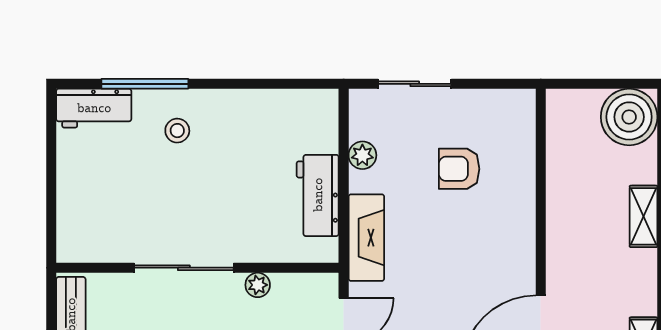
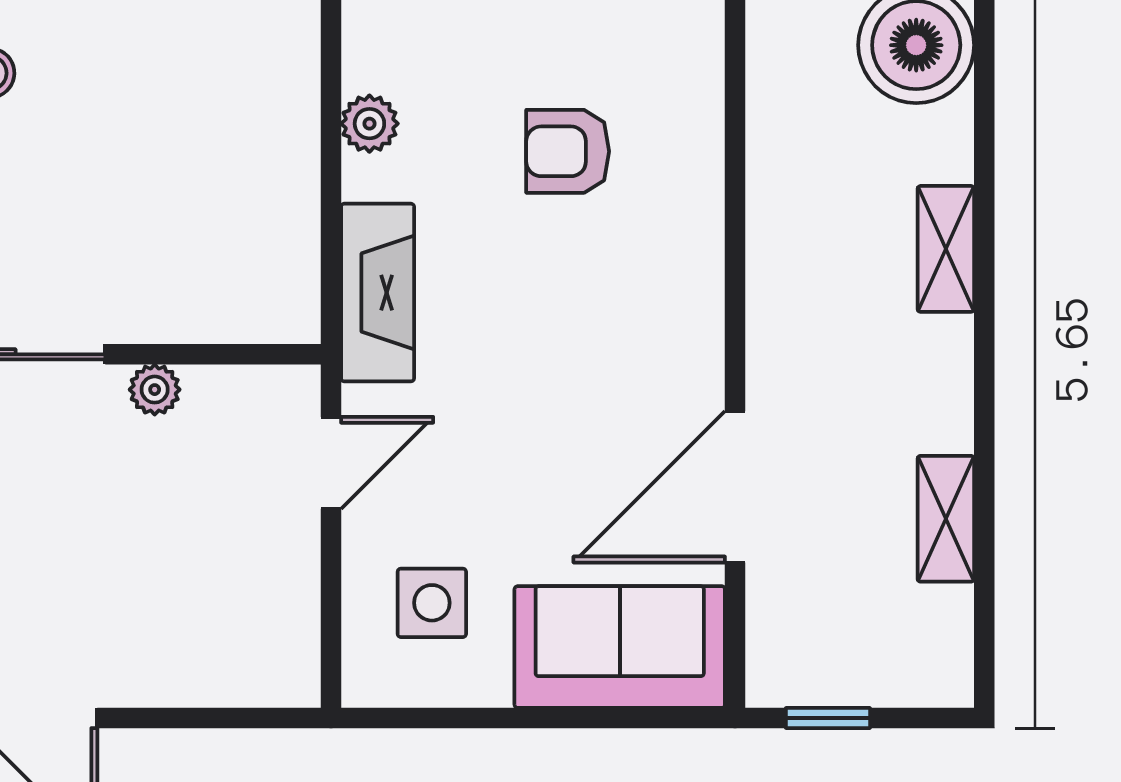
workbench: (318, 195) -> (278, 206), removed

